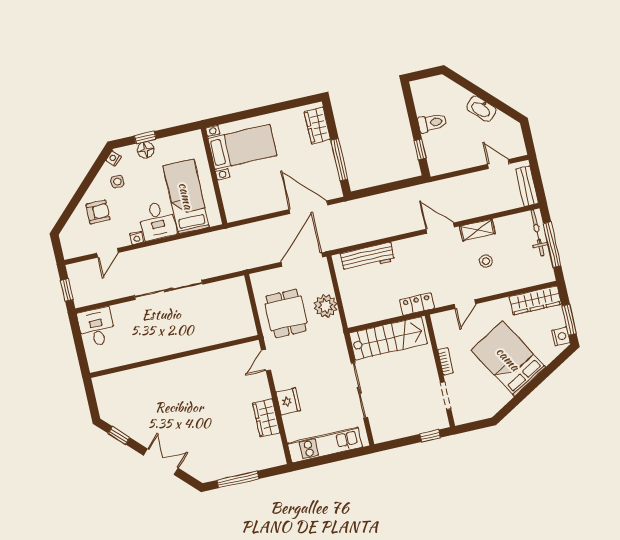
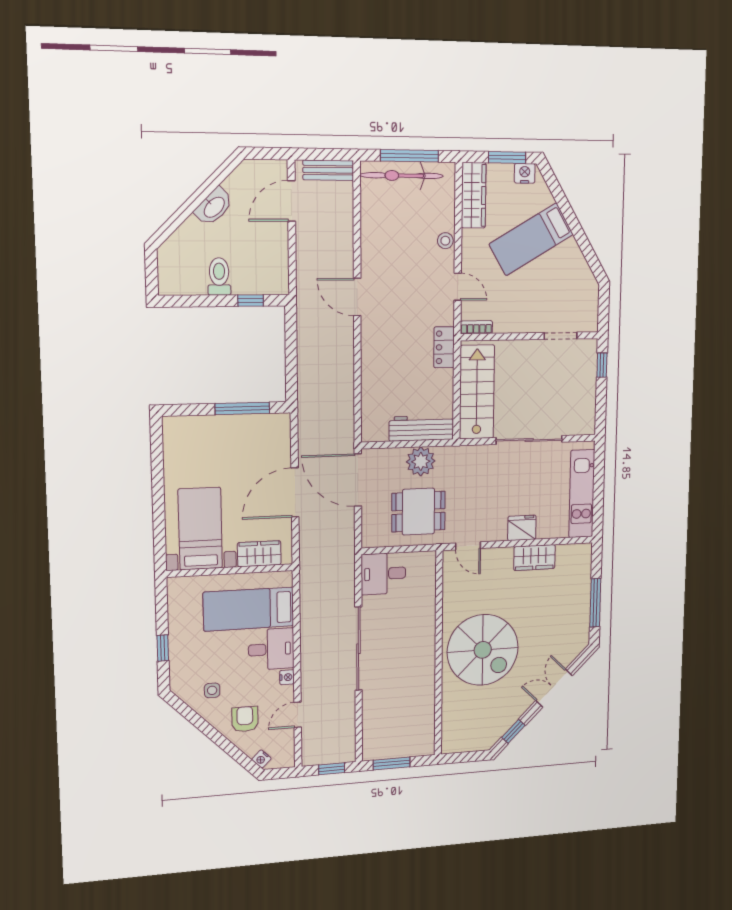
wardrobe: (317, 126) -> (259, 554), moved, turned 180
floor lamp: (146, 150) -> (179, 650), removed
nightstand: (114, 158) -> (261, 759), moved
door: (499, 164) -> (291, 201), width x1.38
door: (308, 207) -> (295, 493), moved
door: (440, 228) -> (357, 297), hinge flipped
shelving: (477, 230) -> (370, 249), removed
bicycle: (537, 233) -> (402, 176), width x1.37, depth x1.40
door: (107, 253) -> (298, 715), swing flipped
workbench: (367, 257) -> (421, 428), moved, turned -90
stool: (486, 261) -> (445, 241), moved
desk: (97, 327) -> (383, 574), moved
window: (78, 338) -> (392, 763), added
bed: (508, 359) -> (531, 239), width x0.67
bookcase: (446, 361) -> (476, 327), moved
spiral stairs: (183, 393) -> (483, 650), added

